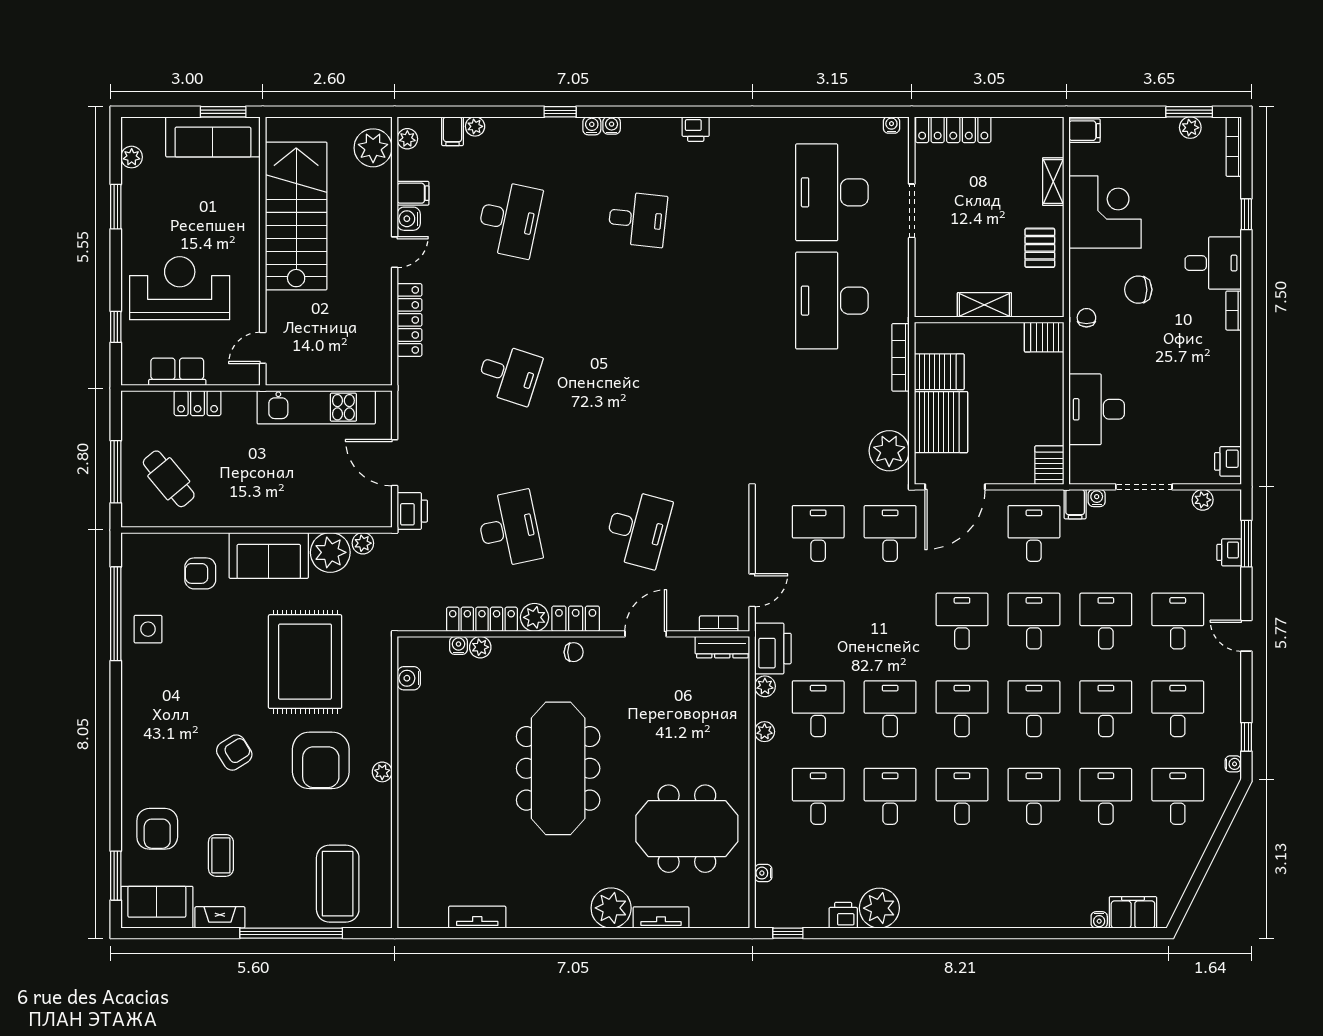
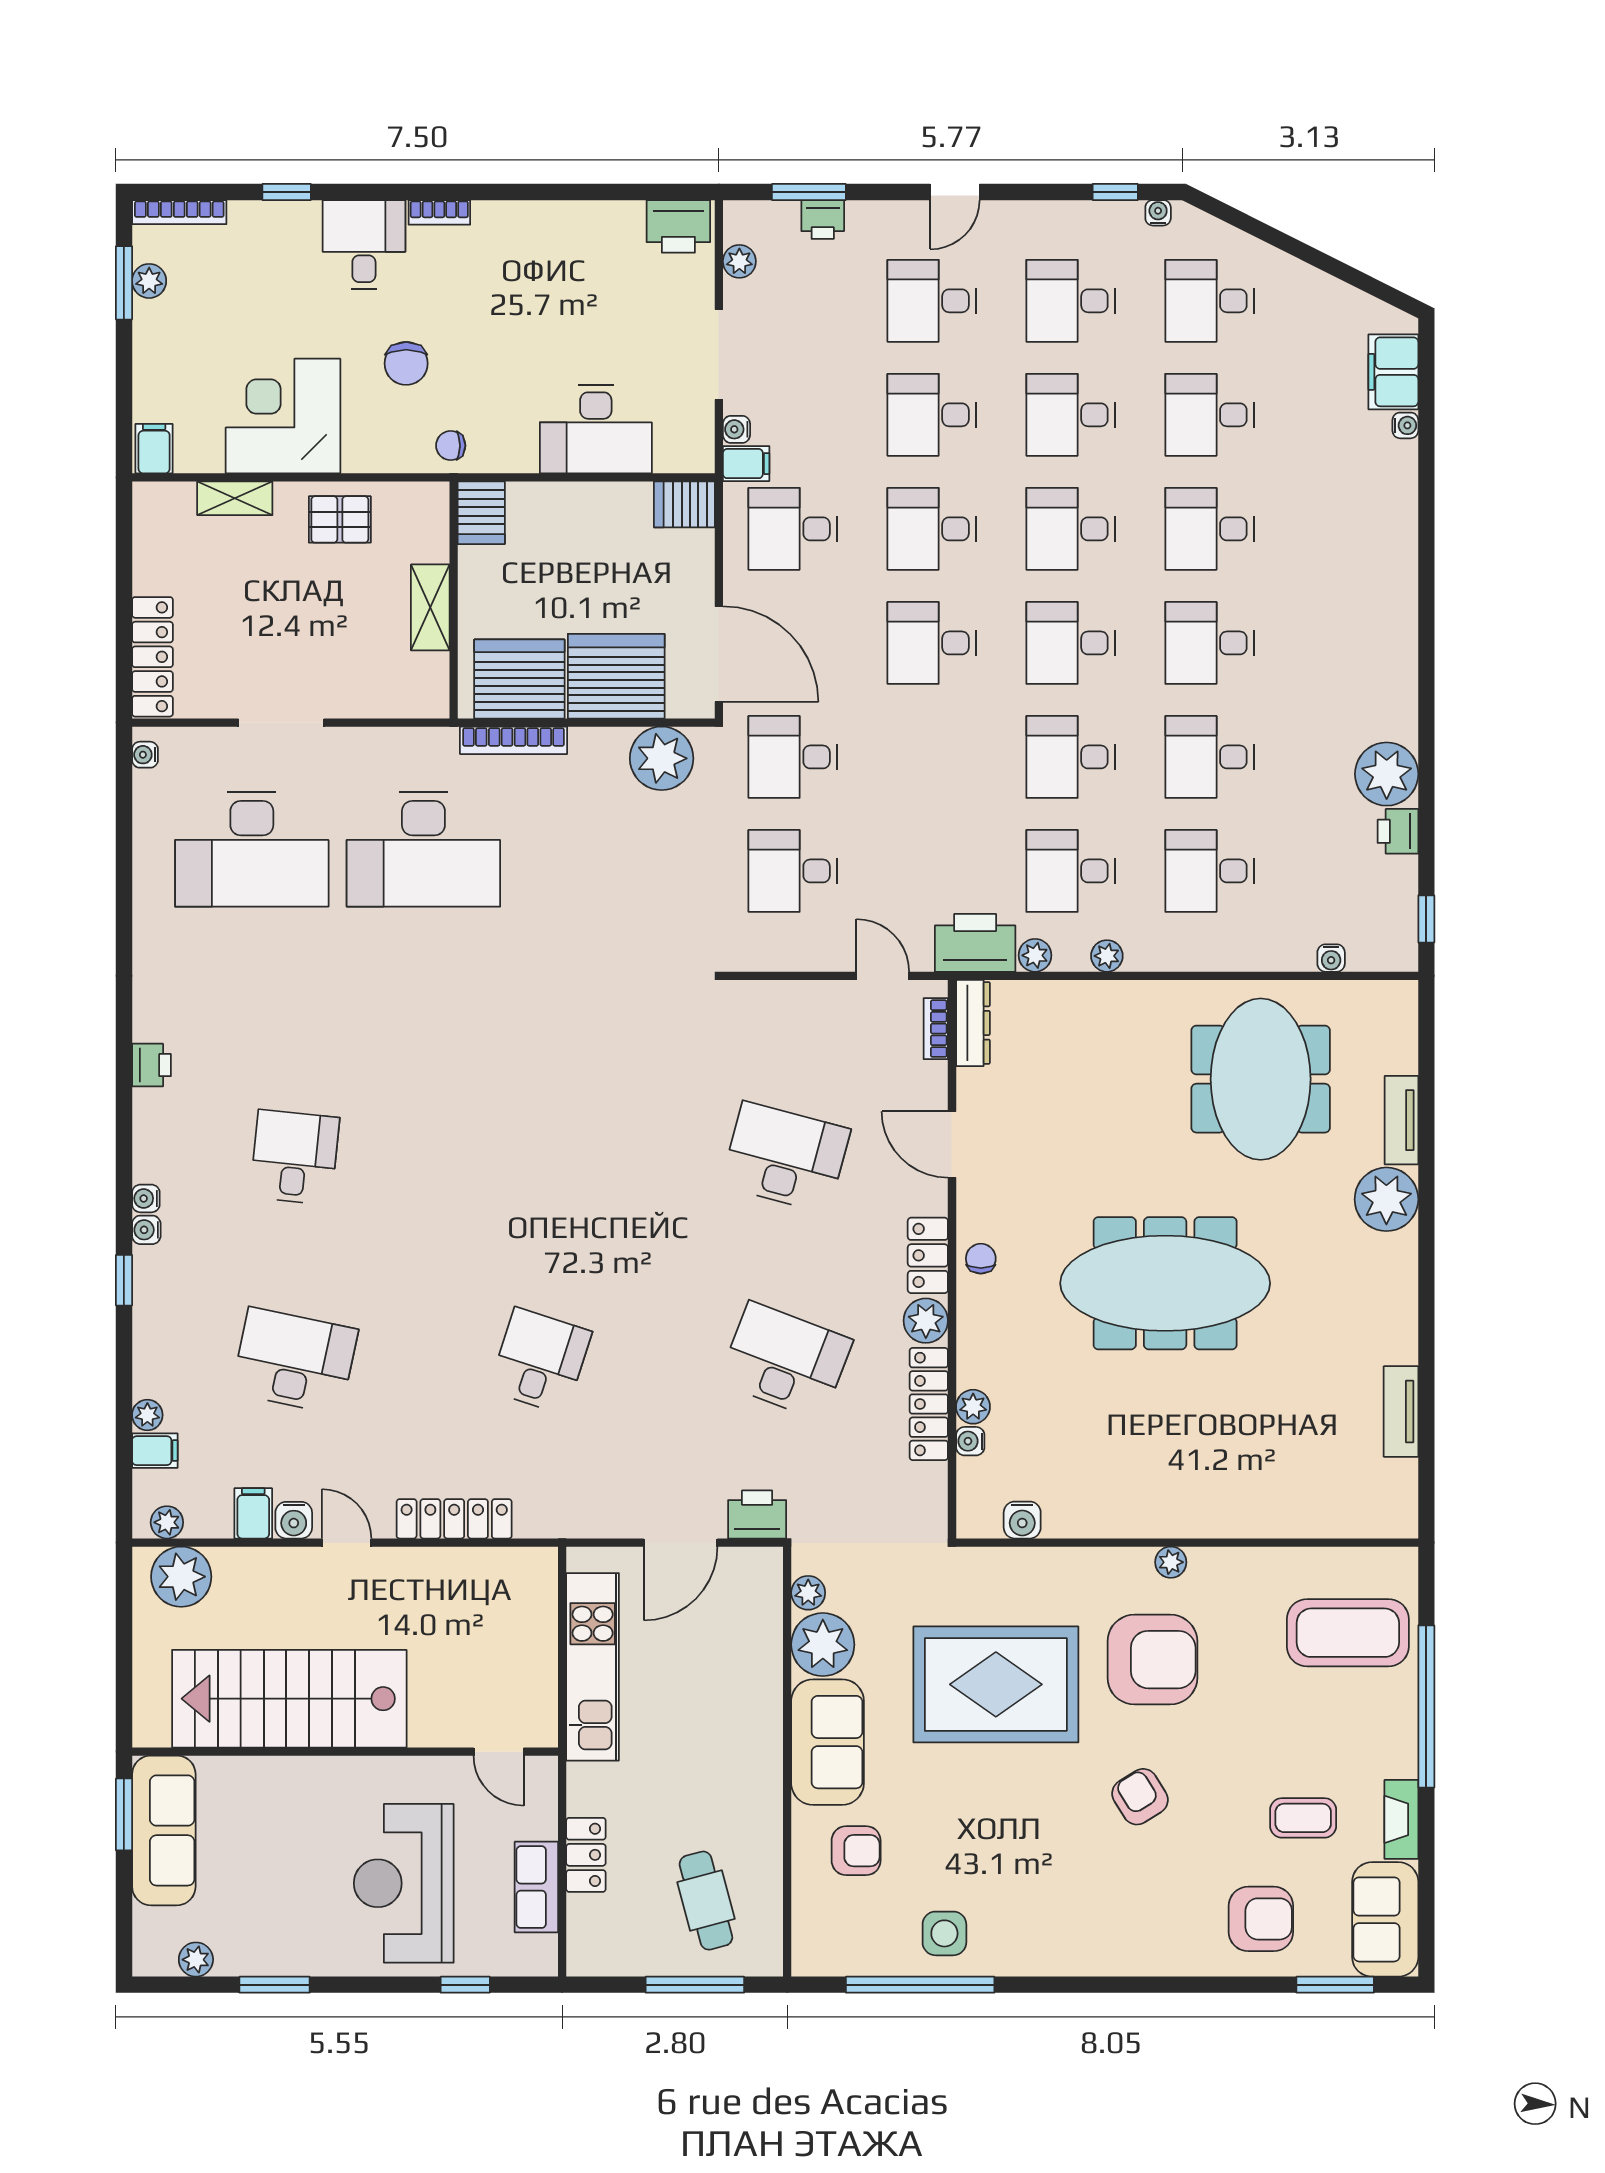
server rack: (939, 372) -> (519, 679), width x1.60
printer: (1228, 461) -> (678, 226), width x1.36, depth x1.24
cafe table: (169, 479) -> (706, 1901), turned -65
desk: (509, 529) -> (785, 1361), turned 33
armchair: (200, 573) -> (856, 1851), turned -90

